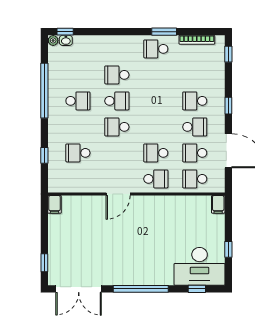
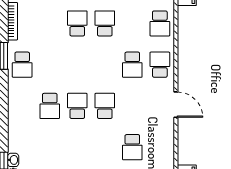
school desk: (78, 101) -> (77, 147), removed
school desk: (195, 101) -> (77, 23), turned 180
school desk: (117, 127) -> (105, 106), turned 180
school desk: (195, 153) -> (132, 23), removed

